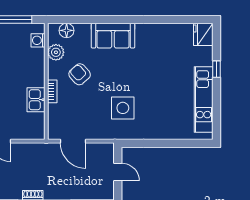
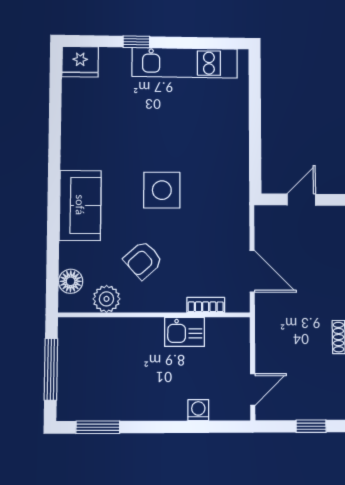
washing machine: (38, 40) -> (86, 329), removed
bookcase: (52, 91) -> (206, 305), moved
side table: (123, 108) -> (162, 190), moved
door: (73, 141) -> (252, 271), hinge flipped

